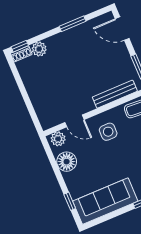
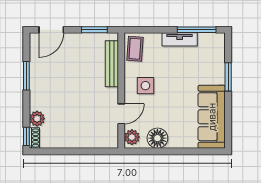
window: (70, 201) -> (197, 151), removed

